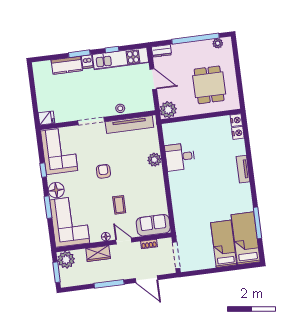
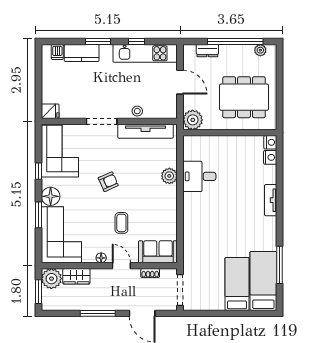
dresser: (162, 51) -> (207, 51), moved
dishwasher: (87, 62) -> (57, 52), moved
dining table: (209, 85) -> (244, 97), width x1.38
armchair: (103, 171) -> (108, 182), turned 66
wardrobe: (98, 254) -> (76, 276), moved

